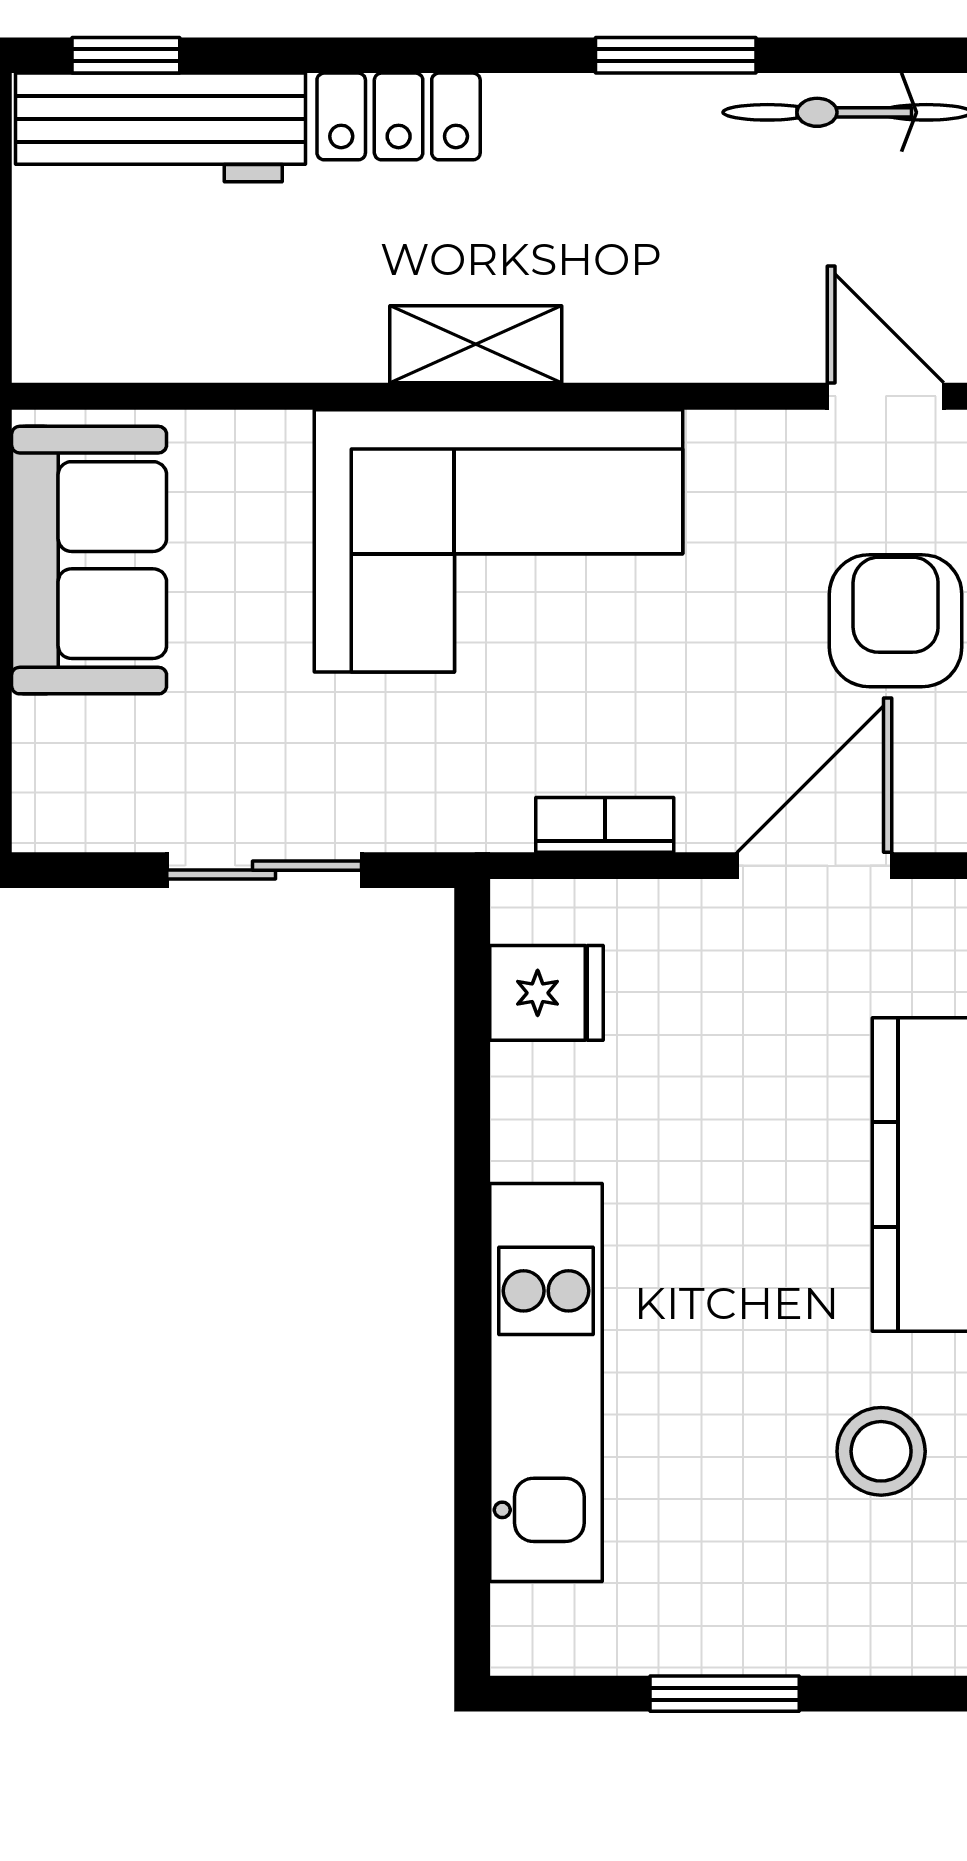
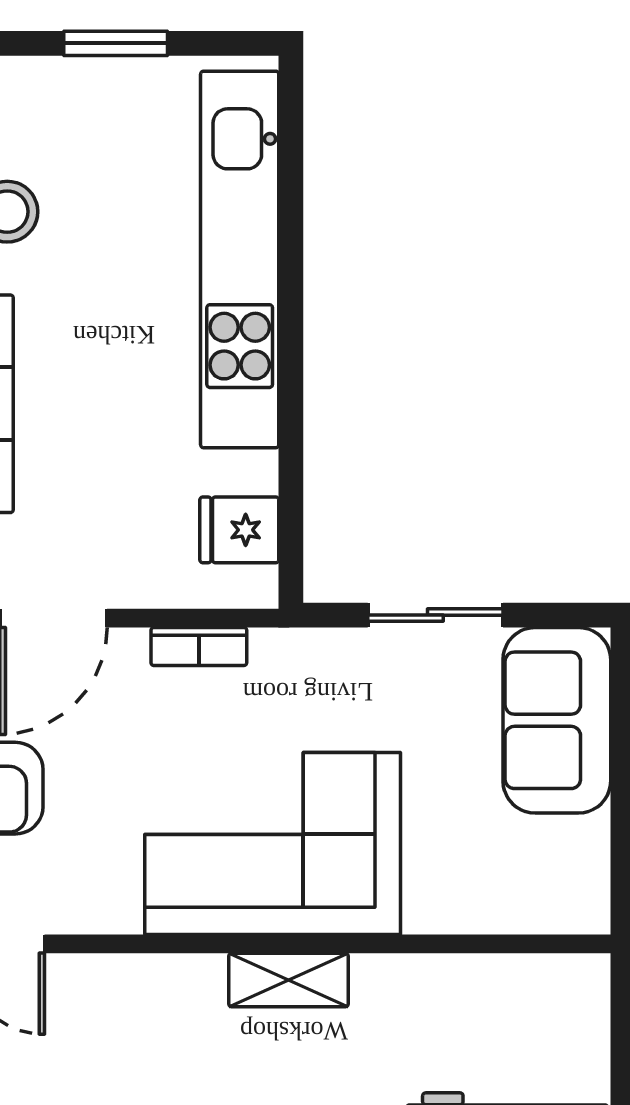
sofa: (89, 560) -> (557, 720), moved
kitchen unit: (546, 1382) -> (240, 259), width x1.36

